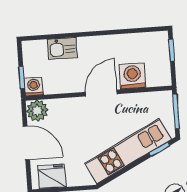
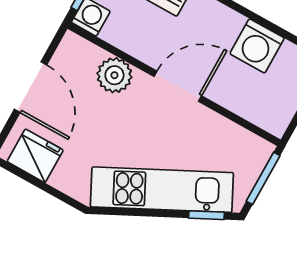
washing machine: (132, 76) -> (257, 46), moved, turned 180
plant: (37, 111) -> (114, 75), moved

